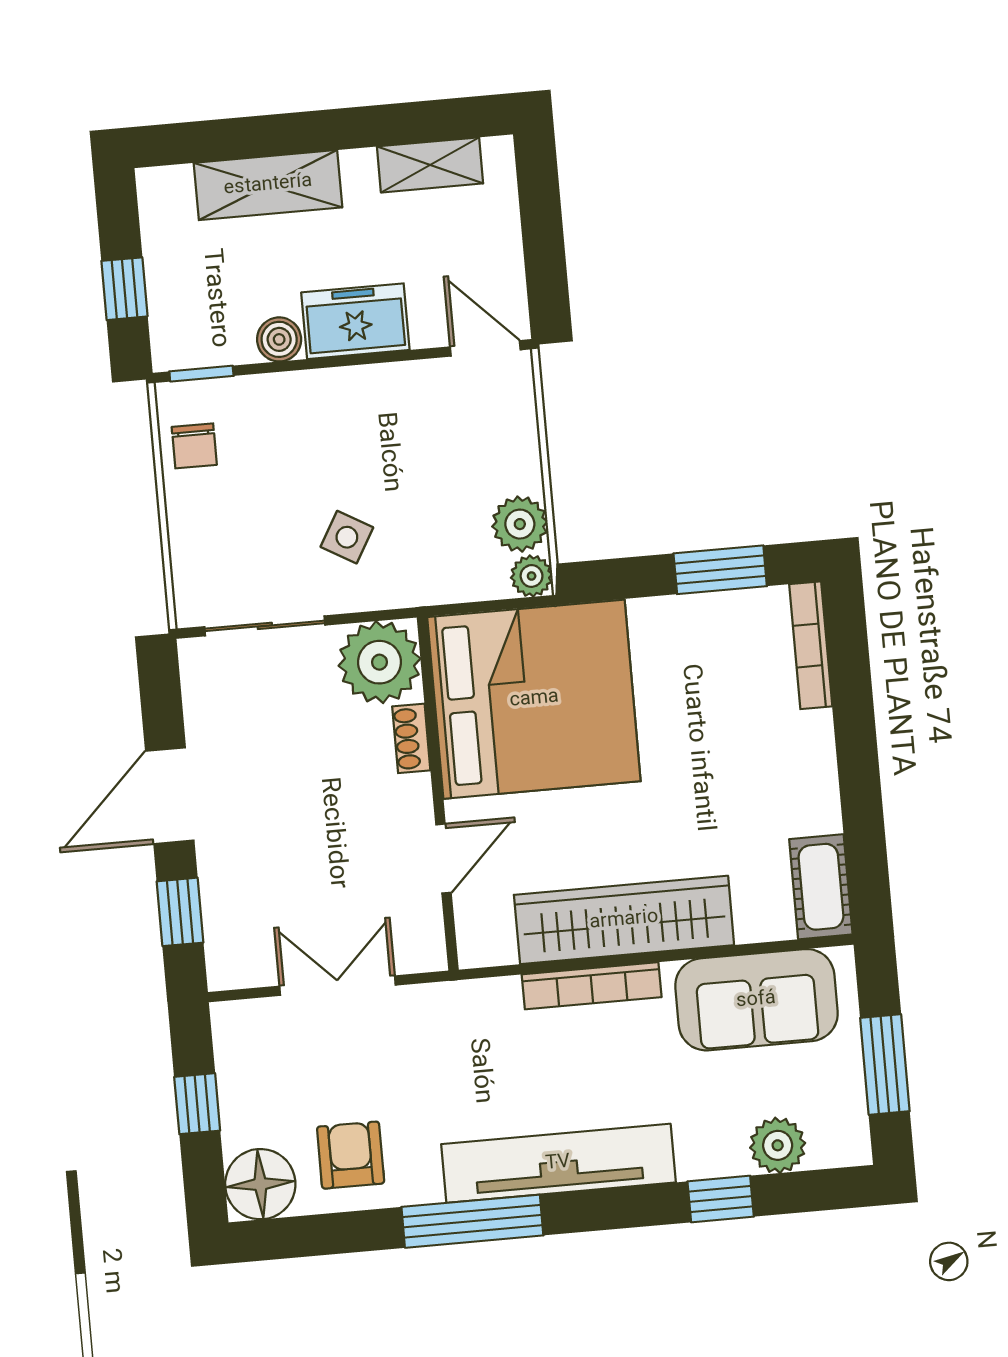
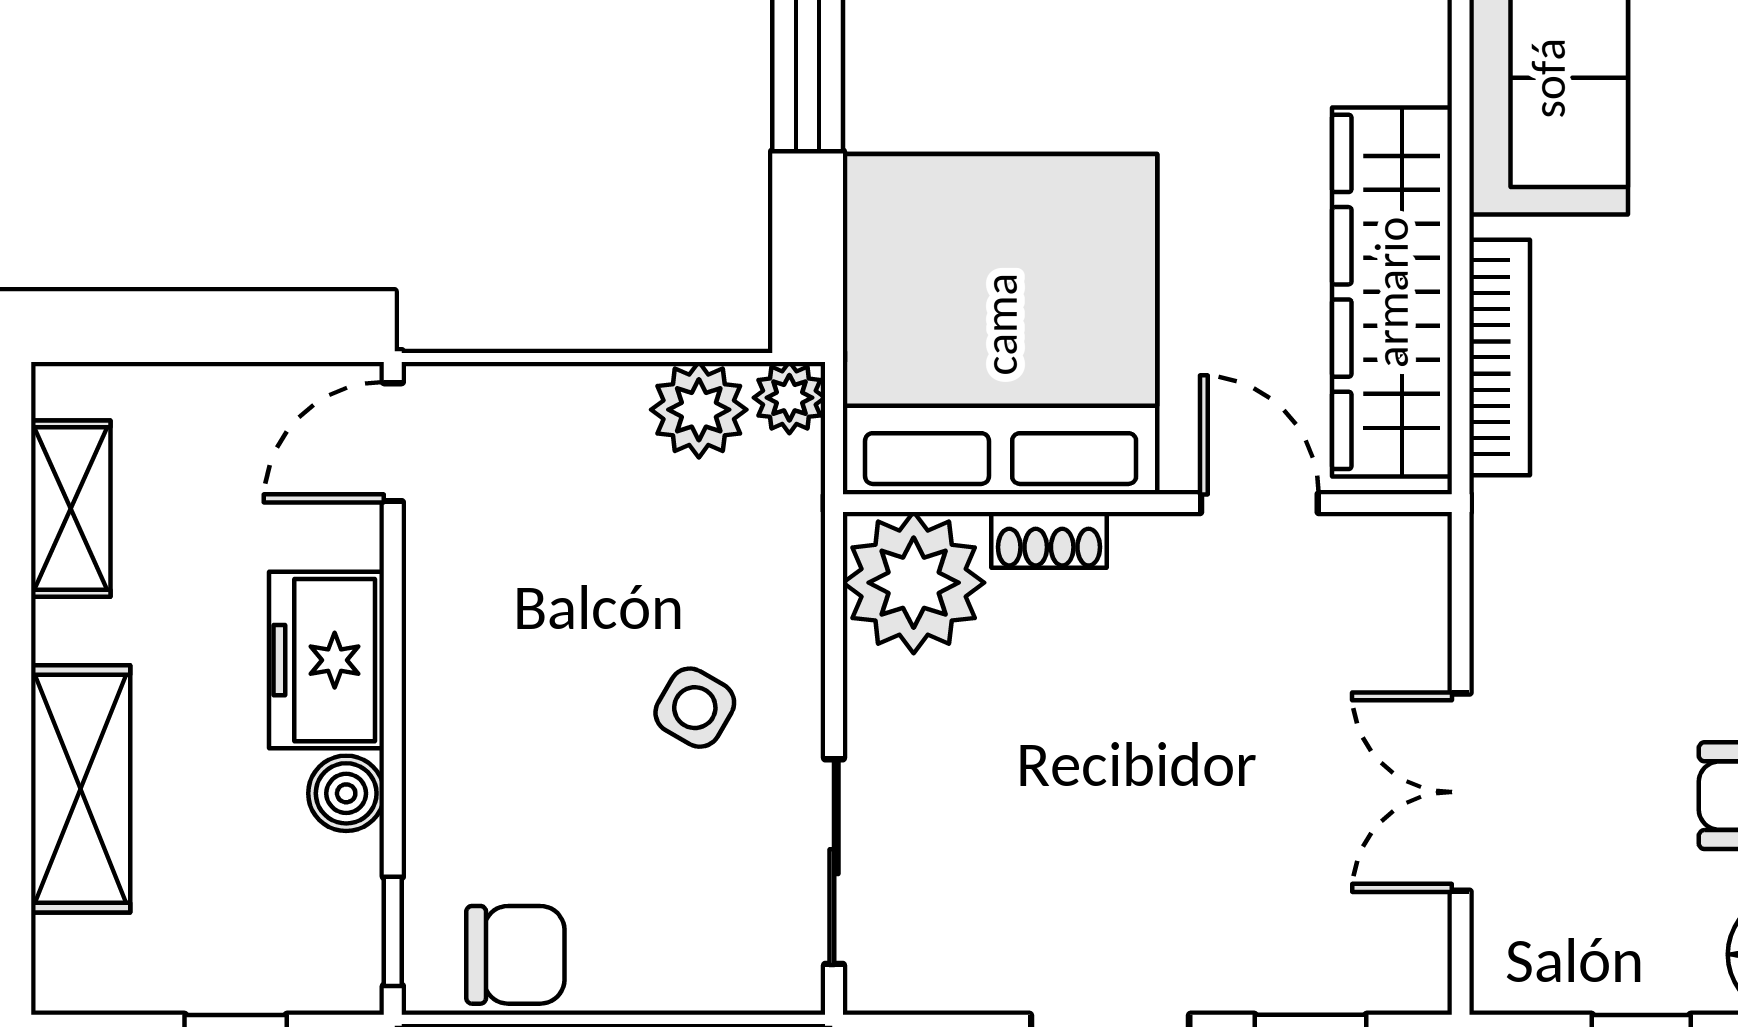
chair: (194, 446) -> (515, 955), width x1.37, depth x1.37
plant: (379, 662) -> (914, 583), moved
bed: (534, 699) -> (1001, 324), moved
shoe rack: (411, 738) -> (1049, 540), moved
wall: (438, 794) -> (1147, 503), moved
door: (444, 859) -> (1259, 503), moved

